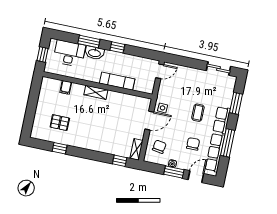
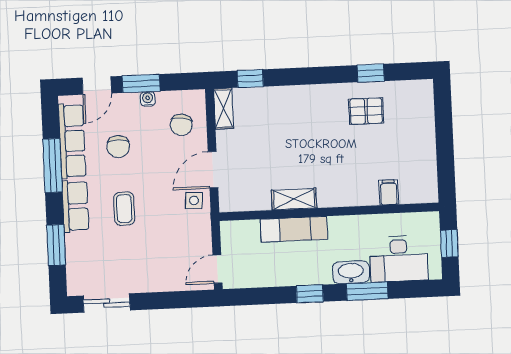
shelving: (96, 92) -> (294, 199), moved
pallet: (60, 123) -> (366, 111), moved

